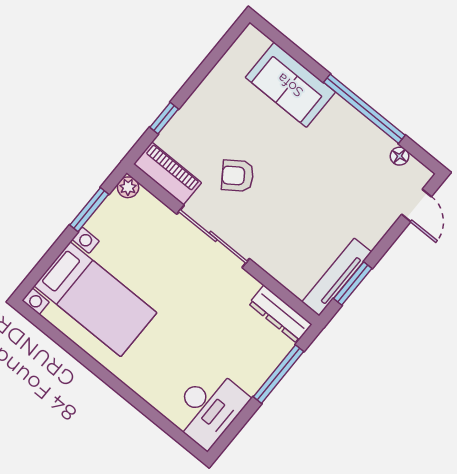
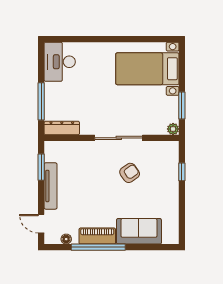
piano: (168, 174) -> (97, 236), moved, turned 180
tv unit: (337, 277) -> (51, 186), moved

